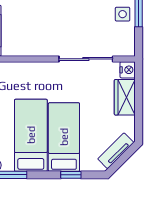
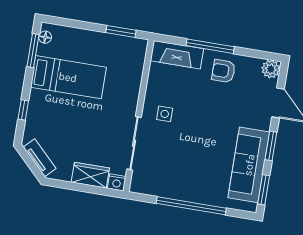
side table: (123, 14) -> (165, 114), moved
bed: (64, 137) -> (61, 109), removed

